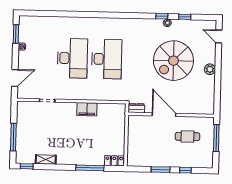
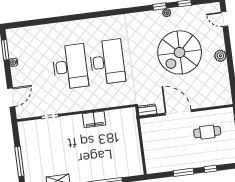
locker: (114, 161) -> (132, 170), removed

